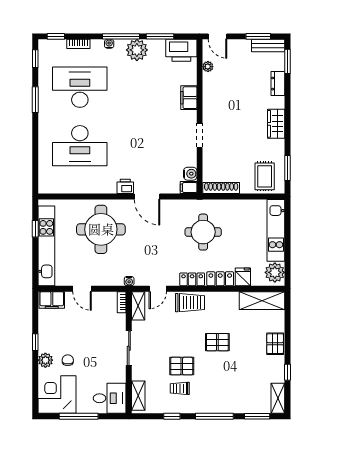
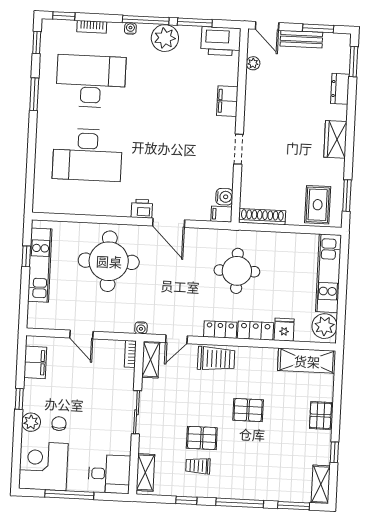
bench: (268, 46) -> (301, 39), moved
kitchen unit: (46, 246) -> (40, 265), width x0.73
filing cabinet: (52, 300) -> (35, 362), moved, turned -90

